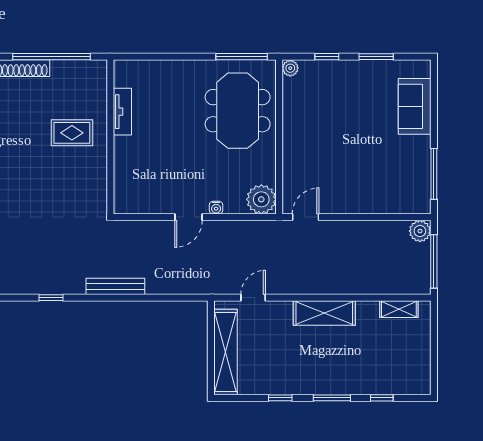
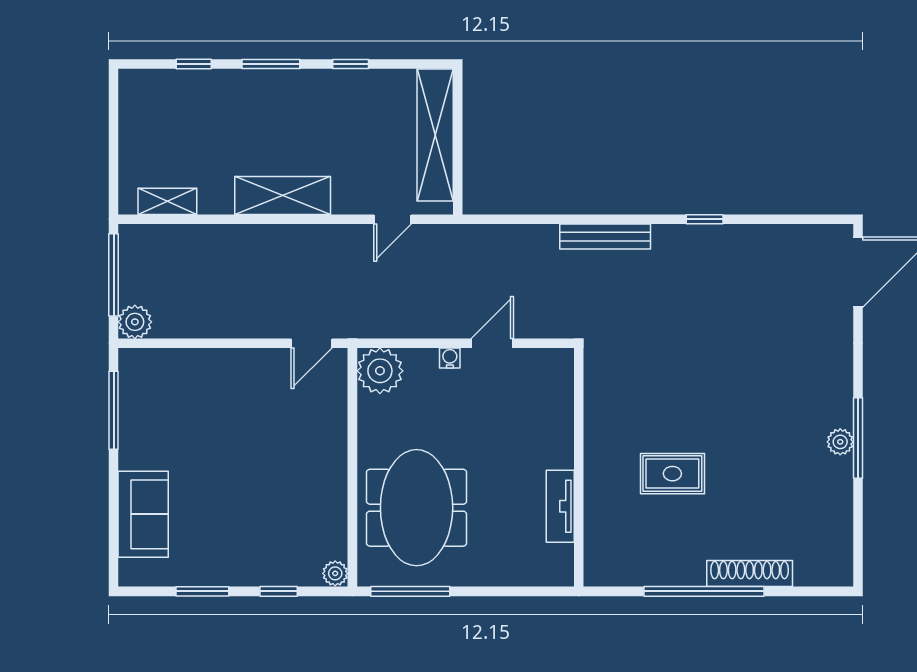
tv unit: (122, 112) -> (560, 506), moved
wall: (110, 137) -> (579, 467), moved

